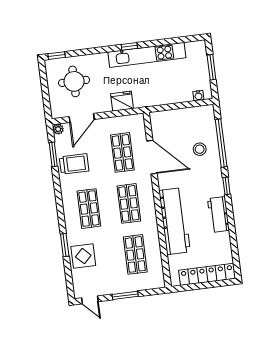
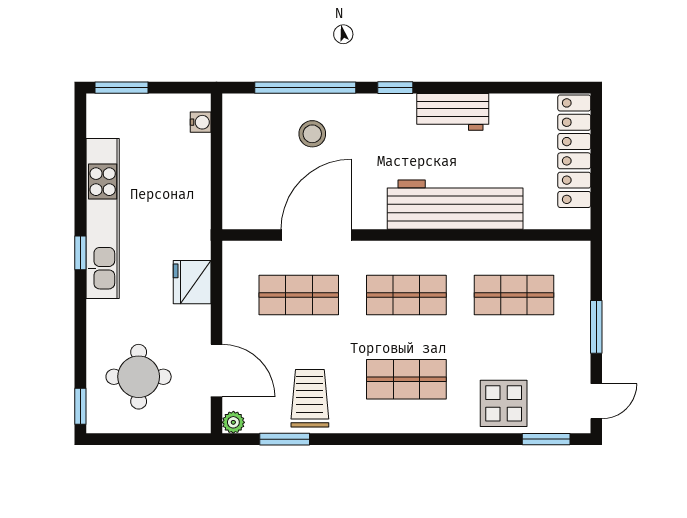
window: (211, 67) -> (121, 88), moved
window: (65, 245) -> (546, 439), moved

